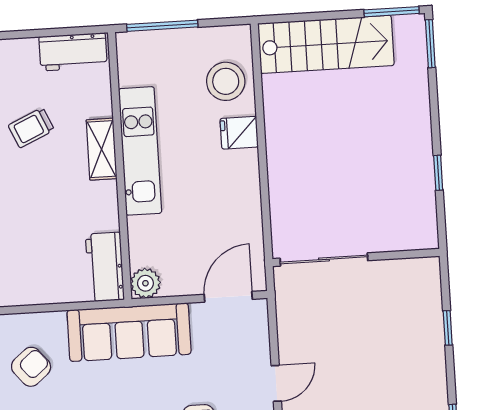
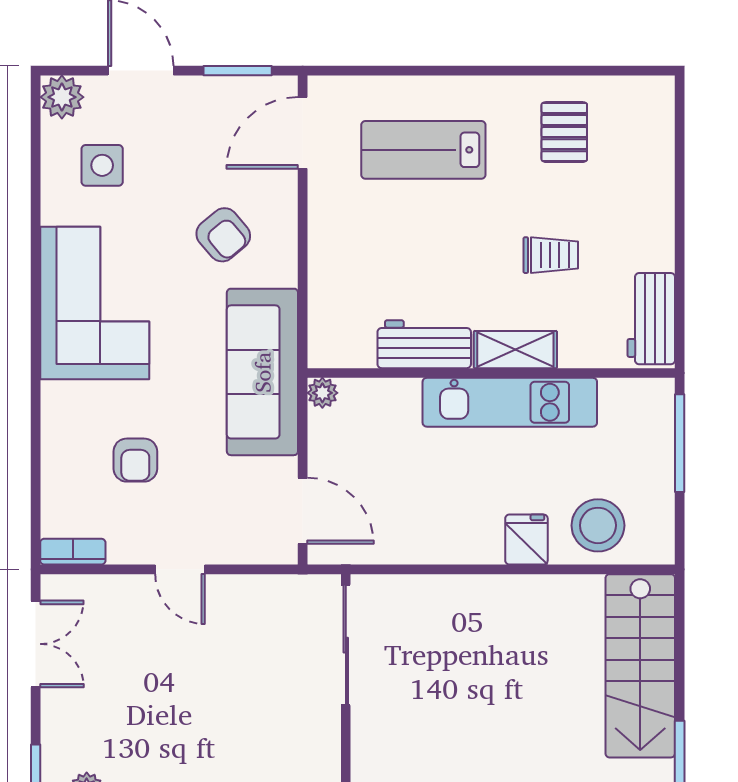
trolley: (31, 128) -> (551, 255), turned 114
workbench: (105, 267) -> (424, 344), moved
plant: (145, 283) -> (322, 393), width x0.73, depth x0.73

